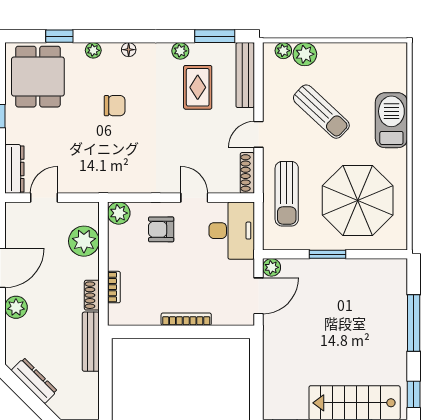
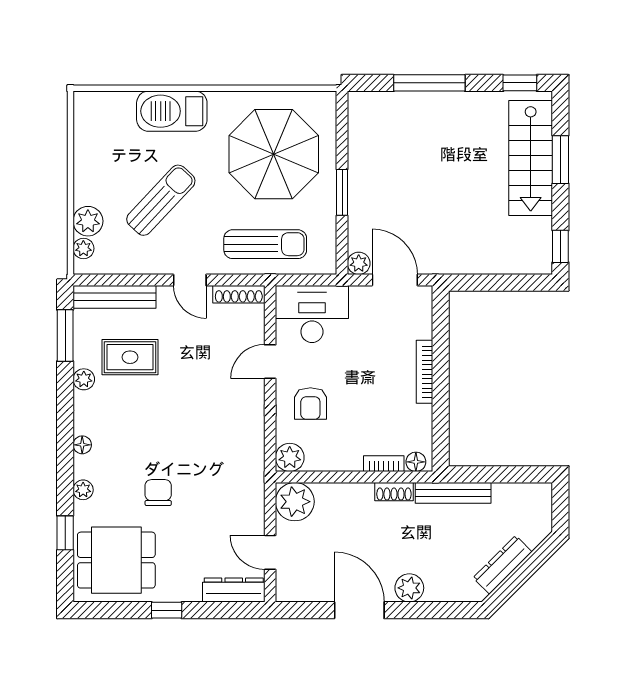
chair: (115, 106) -> (158, 493), moved
plant: (84, 241) -> (295, 502), moved
floor lamp: (115, 312) -> (416, 462), added

